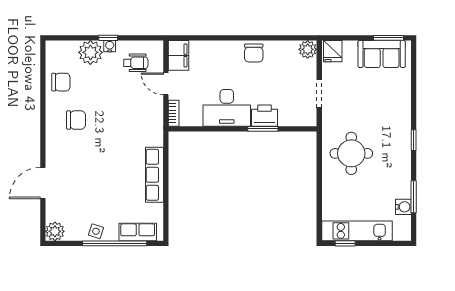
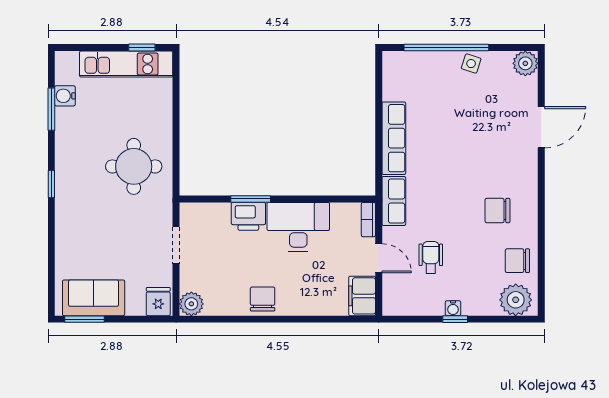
plant: (90, 52) -> (516, 300), moved
wheelchair: (136, 63) -> (431, 257), moved, turned 90
row of seats: (138, 232) -> (394, 201), moved, turned -90

